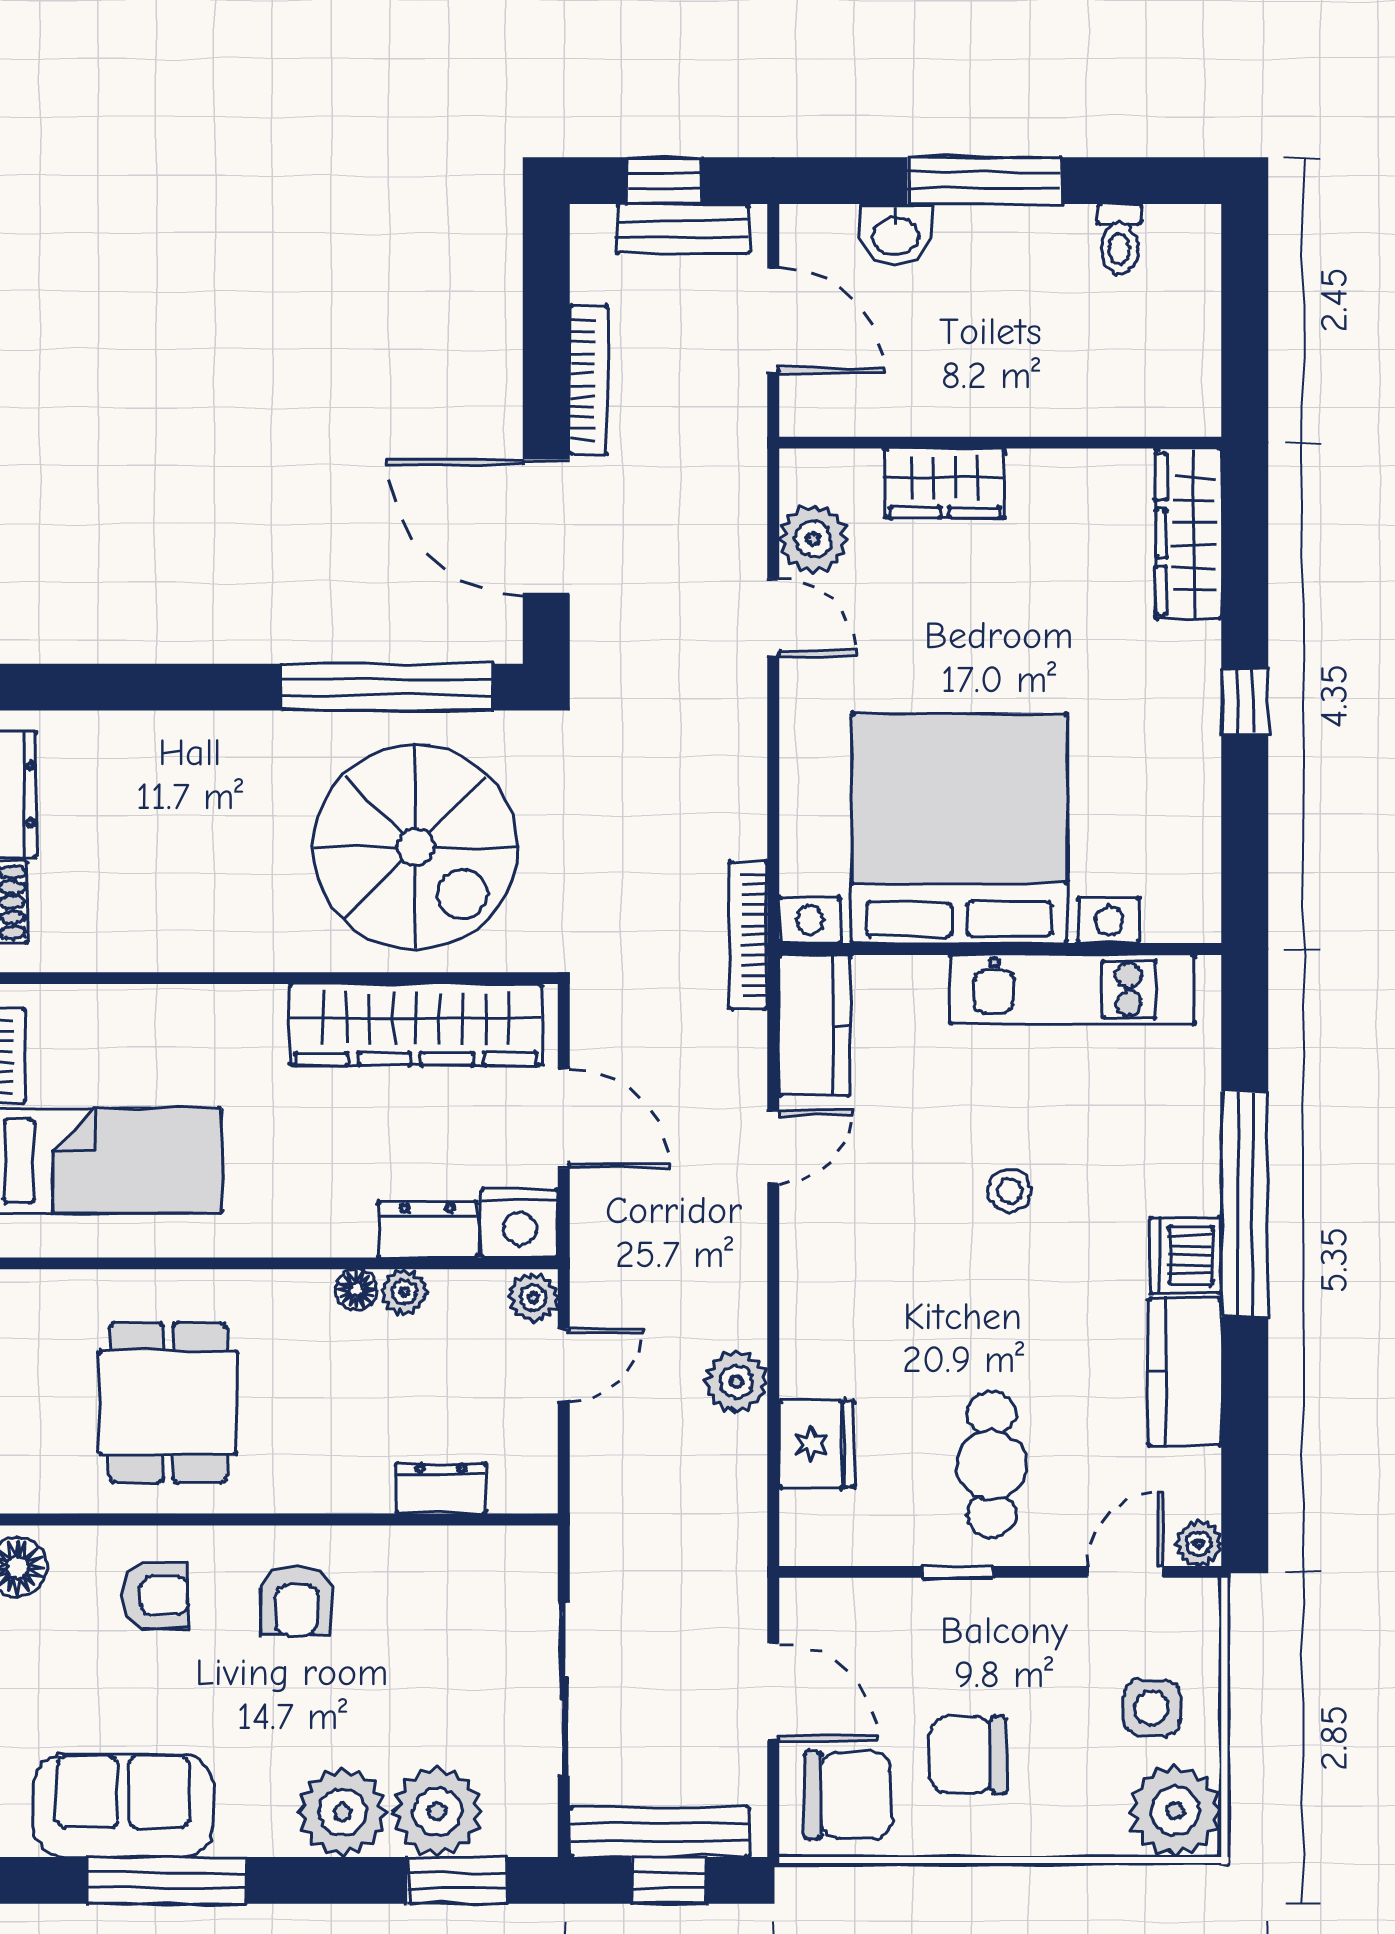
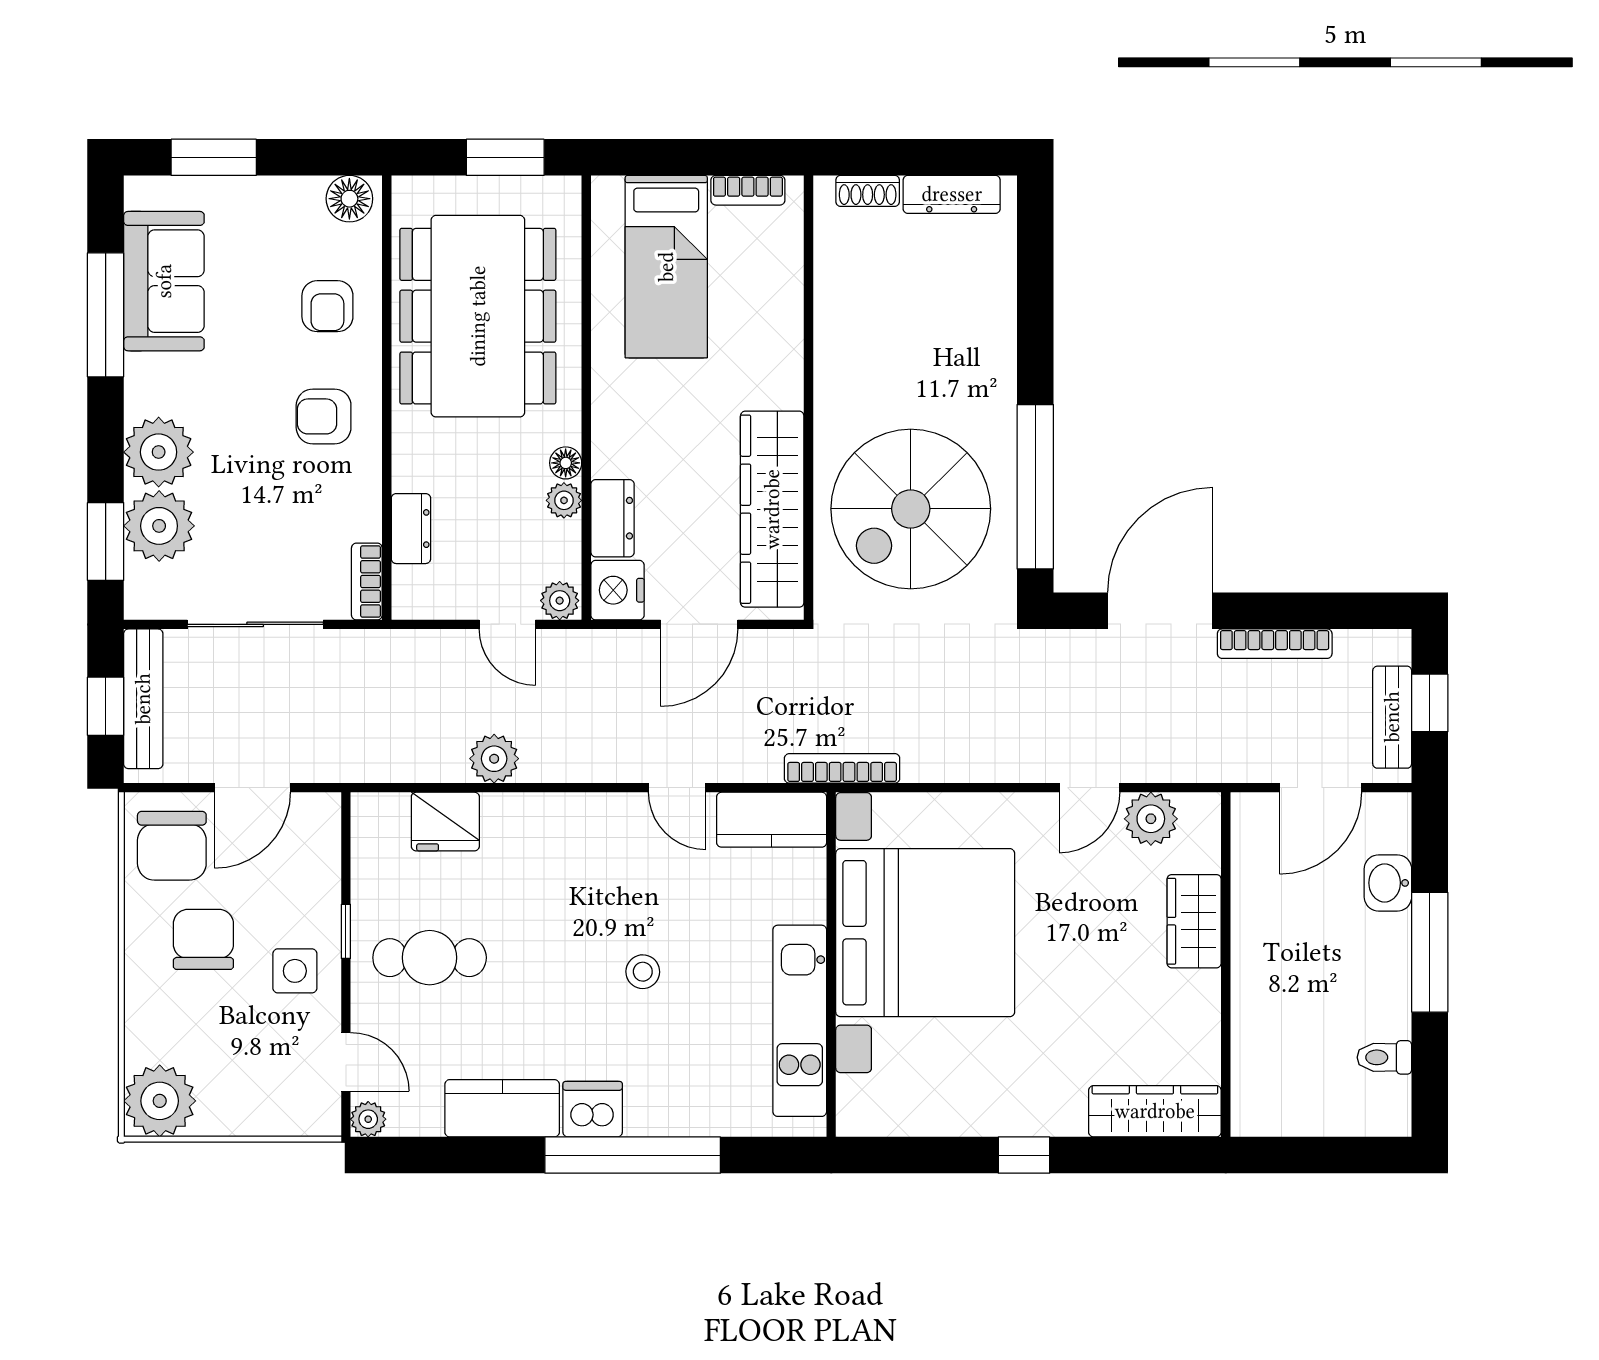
dining table: (168, 1403) -> (478, 316), width x1.88, depth x1.24
bookcase: (509, 1545) -> (367, 582), added
side table: (1152, 1708) -> (295, 971), moved

